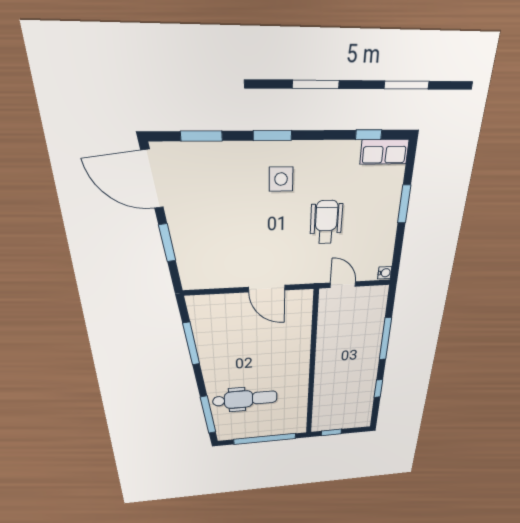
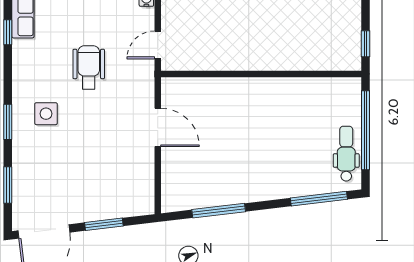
wheelchair: (326, 222) -> (89, 67), turned 90
door: (267, 289) -> (158, 127), hinge flipped
dental chair: (245, 399) -> (346, 154), moved, width x0.73, depth x0.72

